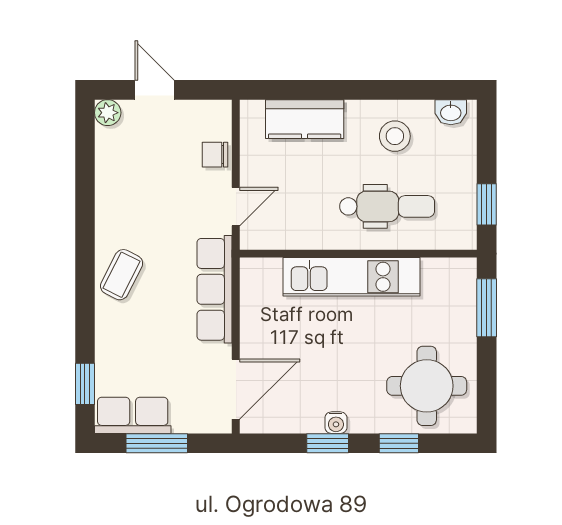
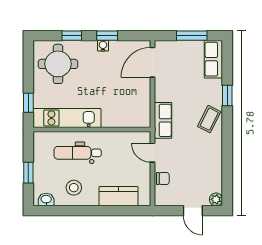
window: (487, 204) -> (28, 173), moved
door: (236, 207) -> (153, 153), hinge flipped
kitchen unit: (352, 277) -> (67, 118), moved
row of seats: (215, 289) -> (163, 120), width x0.68
window: (487, 308) -> (28, 103), width x0.67
window: (85, 384) -> (227, 95), moved
row of seats: (133, 415) -> (213, 59), moved, turned 90

